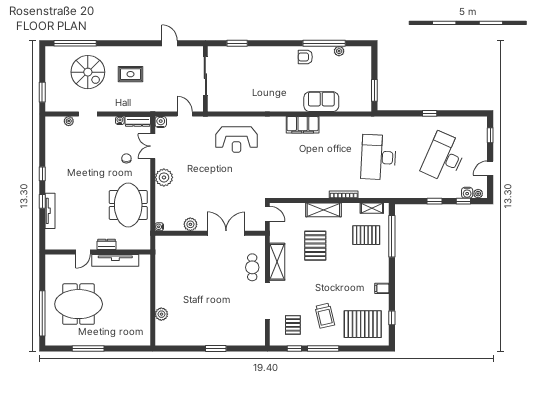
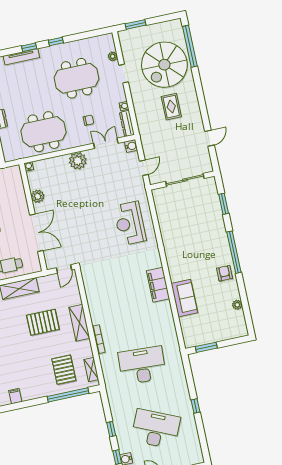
window: (324, 43) -> (234, 252), moved
spiral stairs: (88, 72) -> (164, 65), width x1.37, depth x1.37
meeting table: (83, 161) -> (77, 78), added

